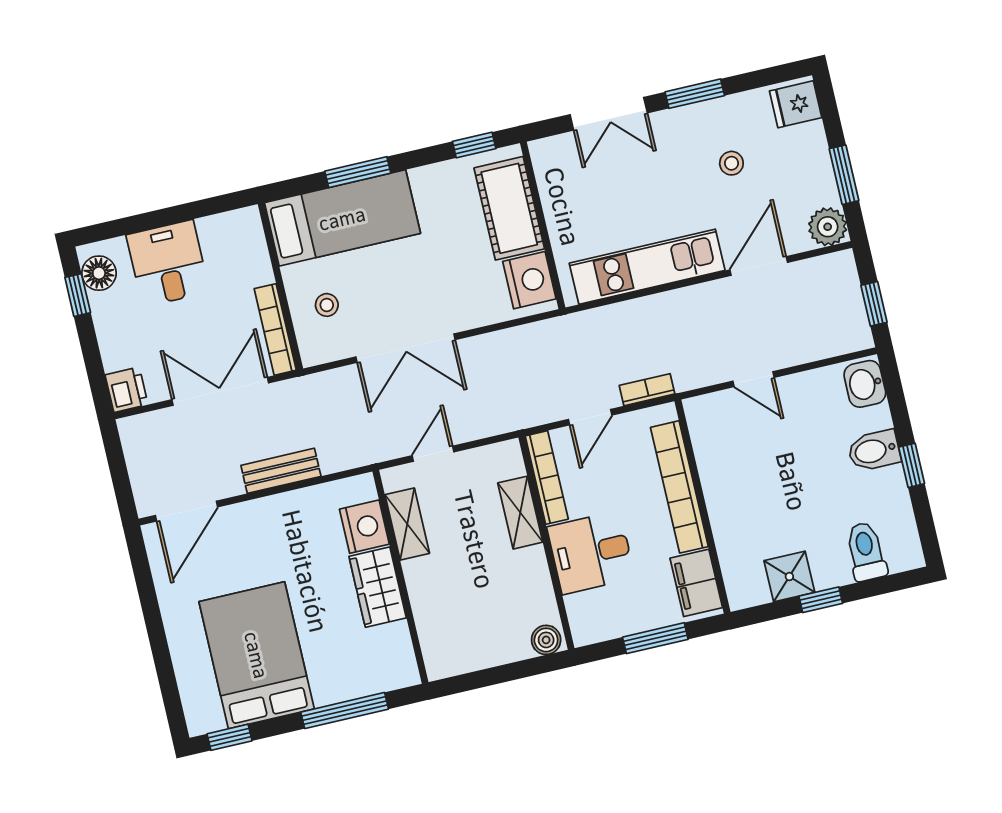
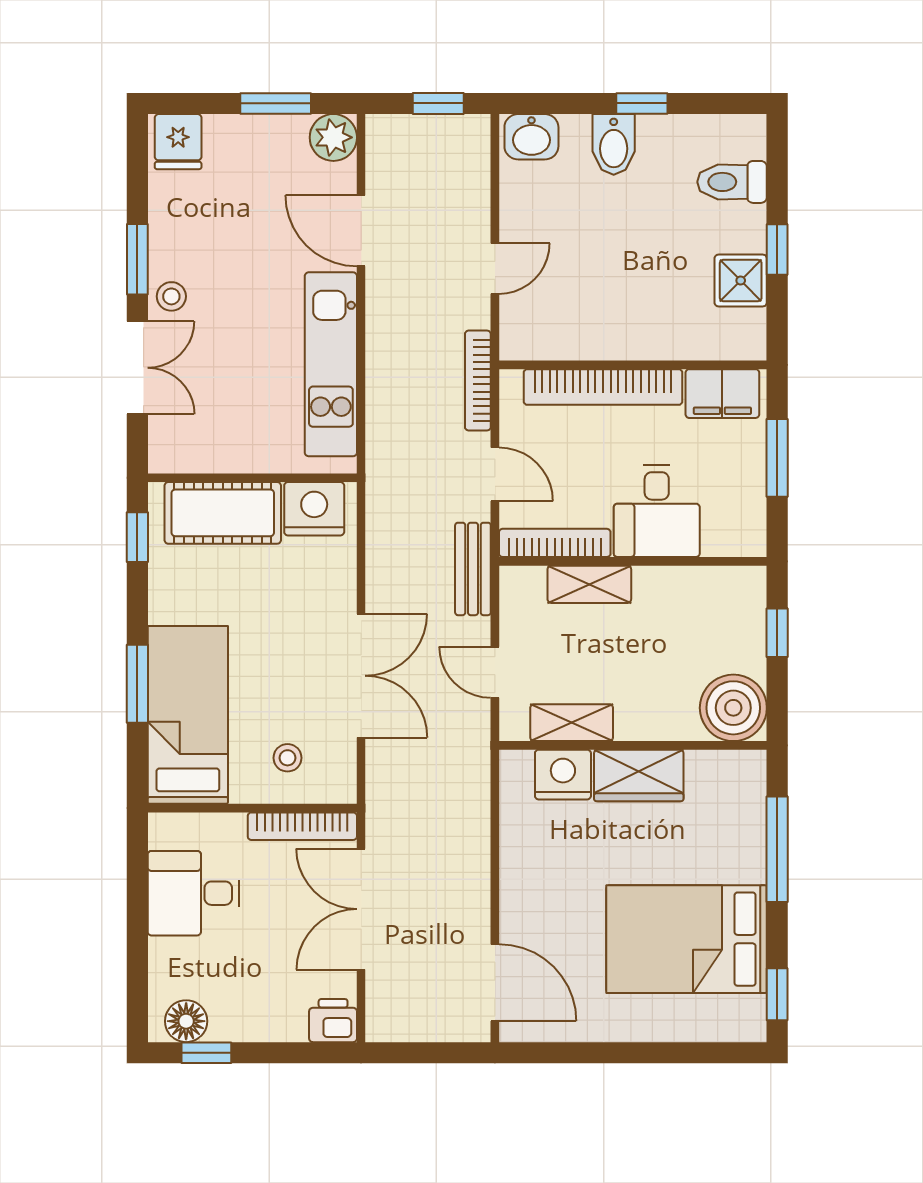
stool: (731, 163) -> (171, 296), moved
desk: (168, 263) -> (194, 893), moved
bookcase: (647, 390) -> (478, 381), width x1.56
bench: (281, 471) -> (473, 569), moved
boiler: (546, 640) -> (733, 708), moved, width x1.86, depth x1.86
window: (517, 671) -> (777, 633), added

